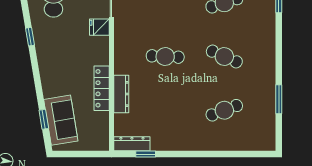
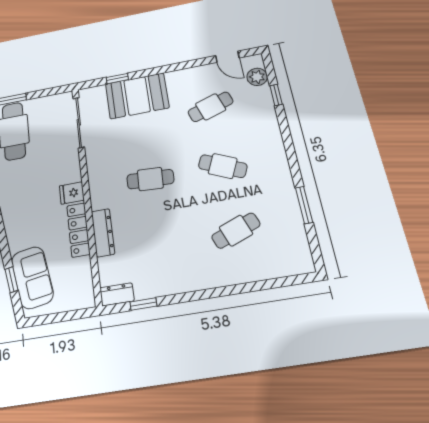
fridge: (99, 27) -> (72, 193), moved
dresser: (132, 144) -> (117, 294), width x0.70

